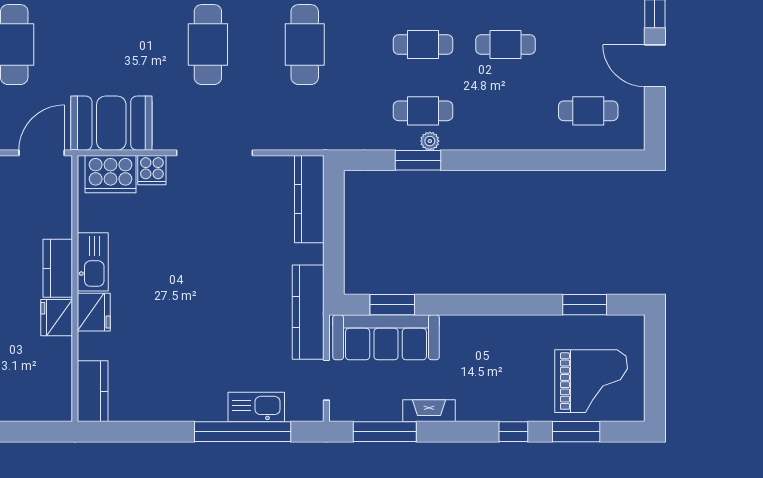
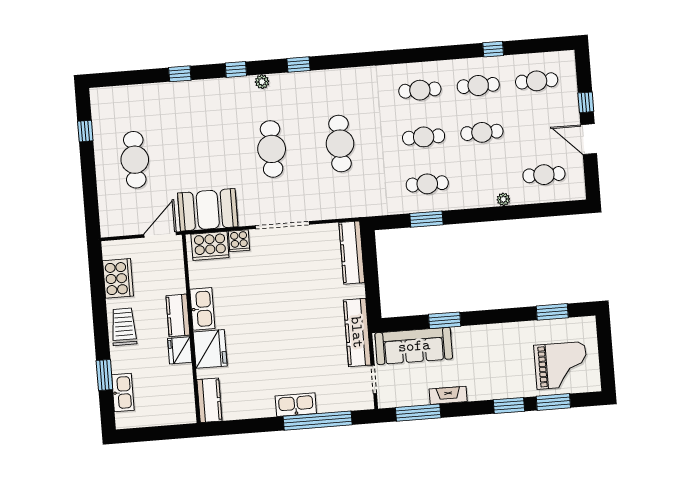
plant: (430, 141) -> (503, 199), moved
window: (392, 305) -> (445, 320), moved
fridge: (94, 312) -> (210, 349), width x1.36, depth x1.34
kitchen sink: (256, 407) -> (296, 405), moved
window: (513, 432) -> (509, 406), width x1.50

